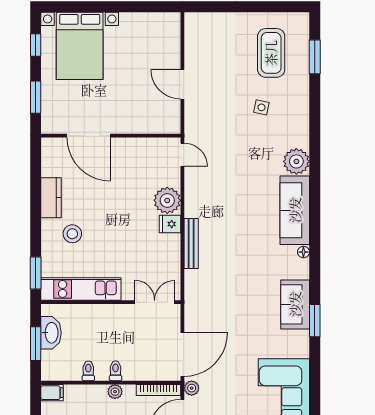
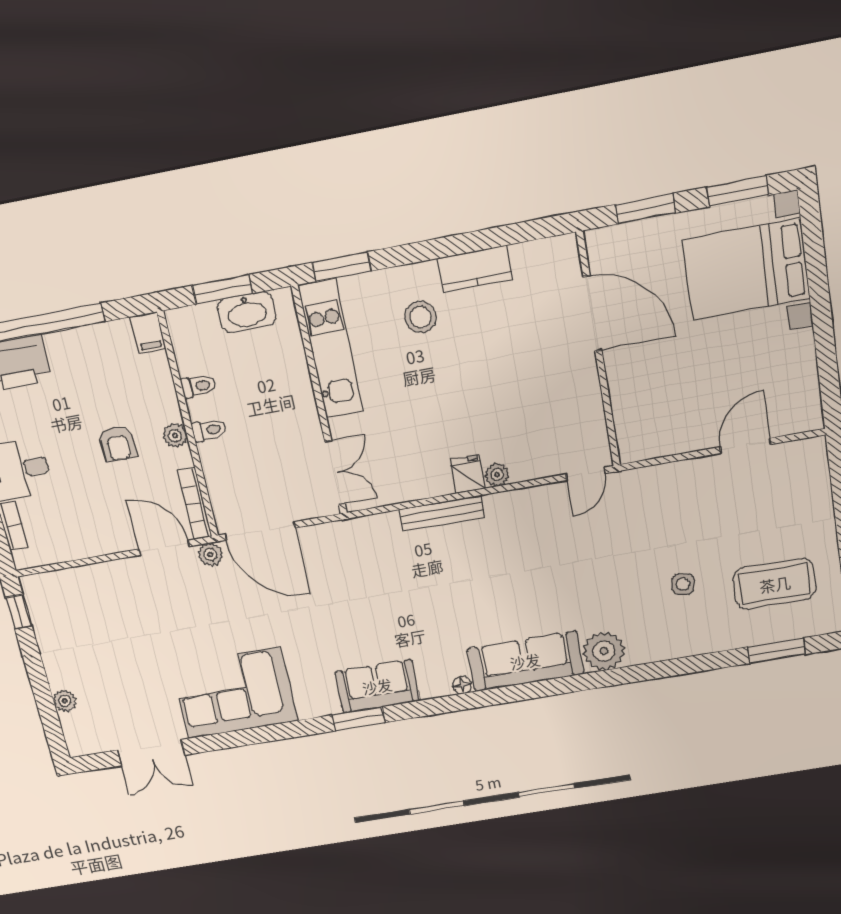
window: (36, 45) -> (738, 191), width x1.50
door: (182, 84) -> (745, 446), moved
door: (89, 136) -> (593, 314), swing flipped
plant: (167, 200) -> (497, 475), width x0.53, depth x0.53

